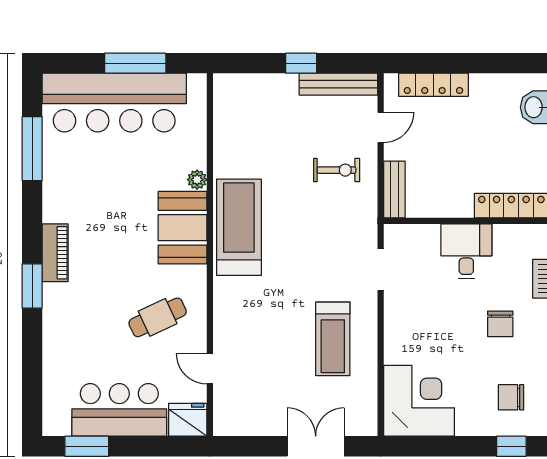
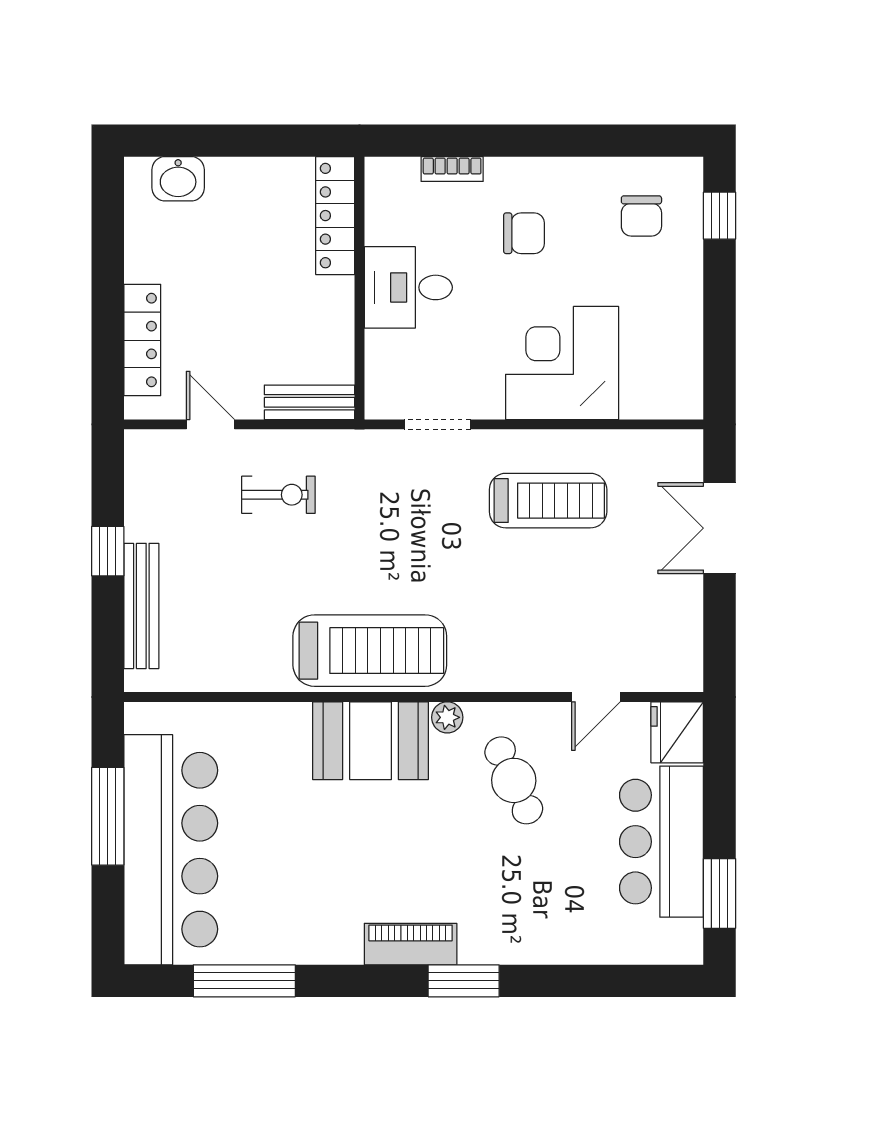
bench: (338, 84) -> (141, 606), moved
exercise bike: (337, 170) -> (278, 495), turned 90
plant: (197, 180) -> (447, 717), moved
treadmill: (239, 227) -> (370, 651), turned 180
corner desk: (419, 401) -> (562, 363), moved

